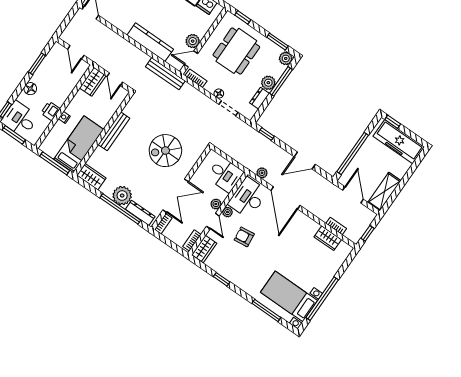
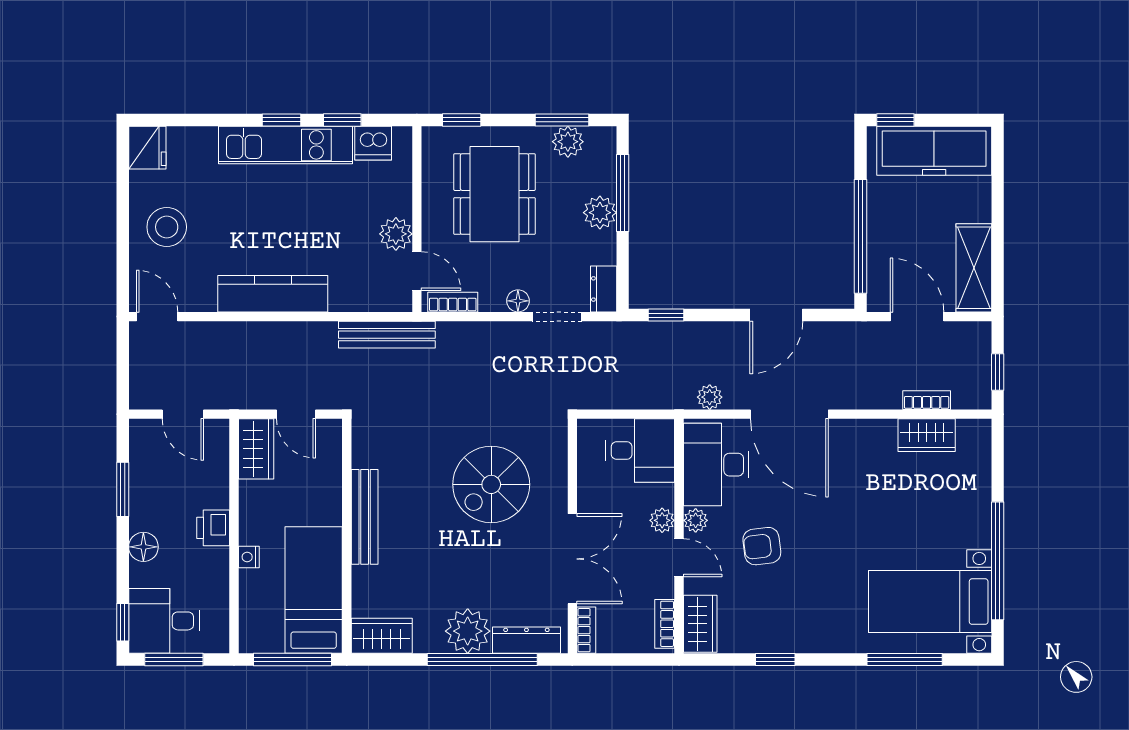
kitchen counter: (150, 42) -> (273, 294), moved
plant: (286, 58) -> (568, 142), moved
door: (191, 59) -> (417, 271), swing flipped
dresser: (259, 98) -> (604, 289), moved
printer: (50, 111) -> (213, 528), moved

